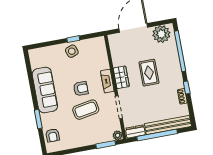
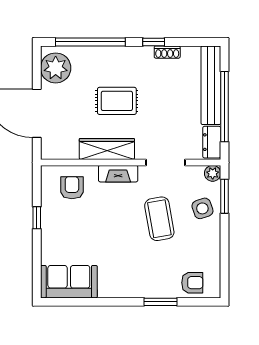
side table: (72, 51) -> (202, 208), moved
wardrobe: (121, 77) -> (107, 149), width x1.50
armchair: (81, 89) -> (72, 188), moved
sofa: (45, 90) -> (69, 282), moved, width x0.73

